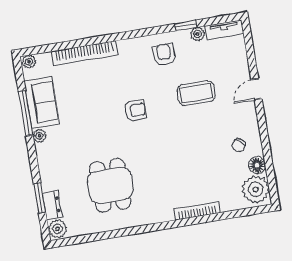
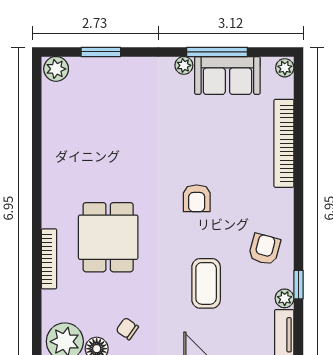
armchair: (164, 55) -> (264, 249), turned -75
dining table: (110, 185) -> (108, 237), moved, turned 90
dresser: (52, 205) -> (89, 67), removed

